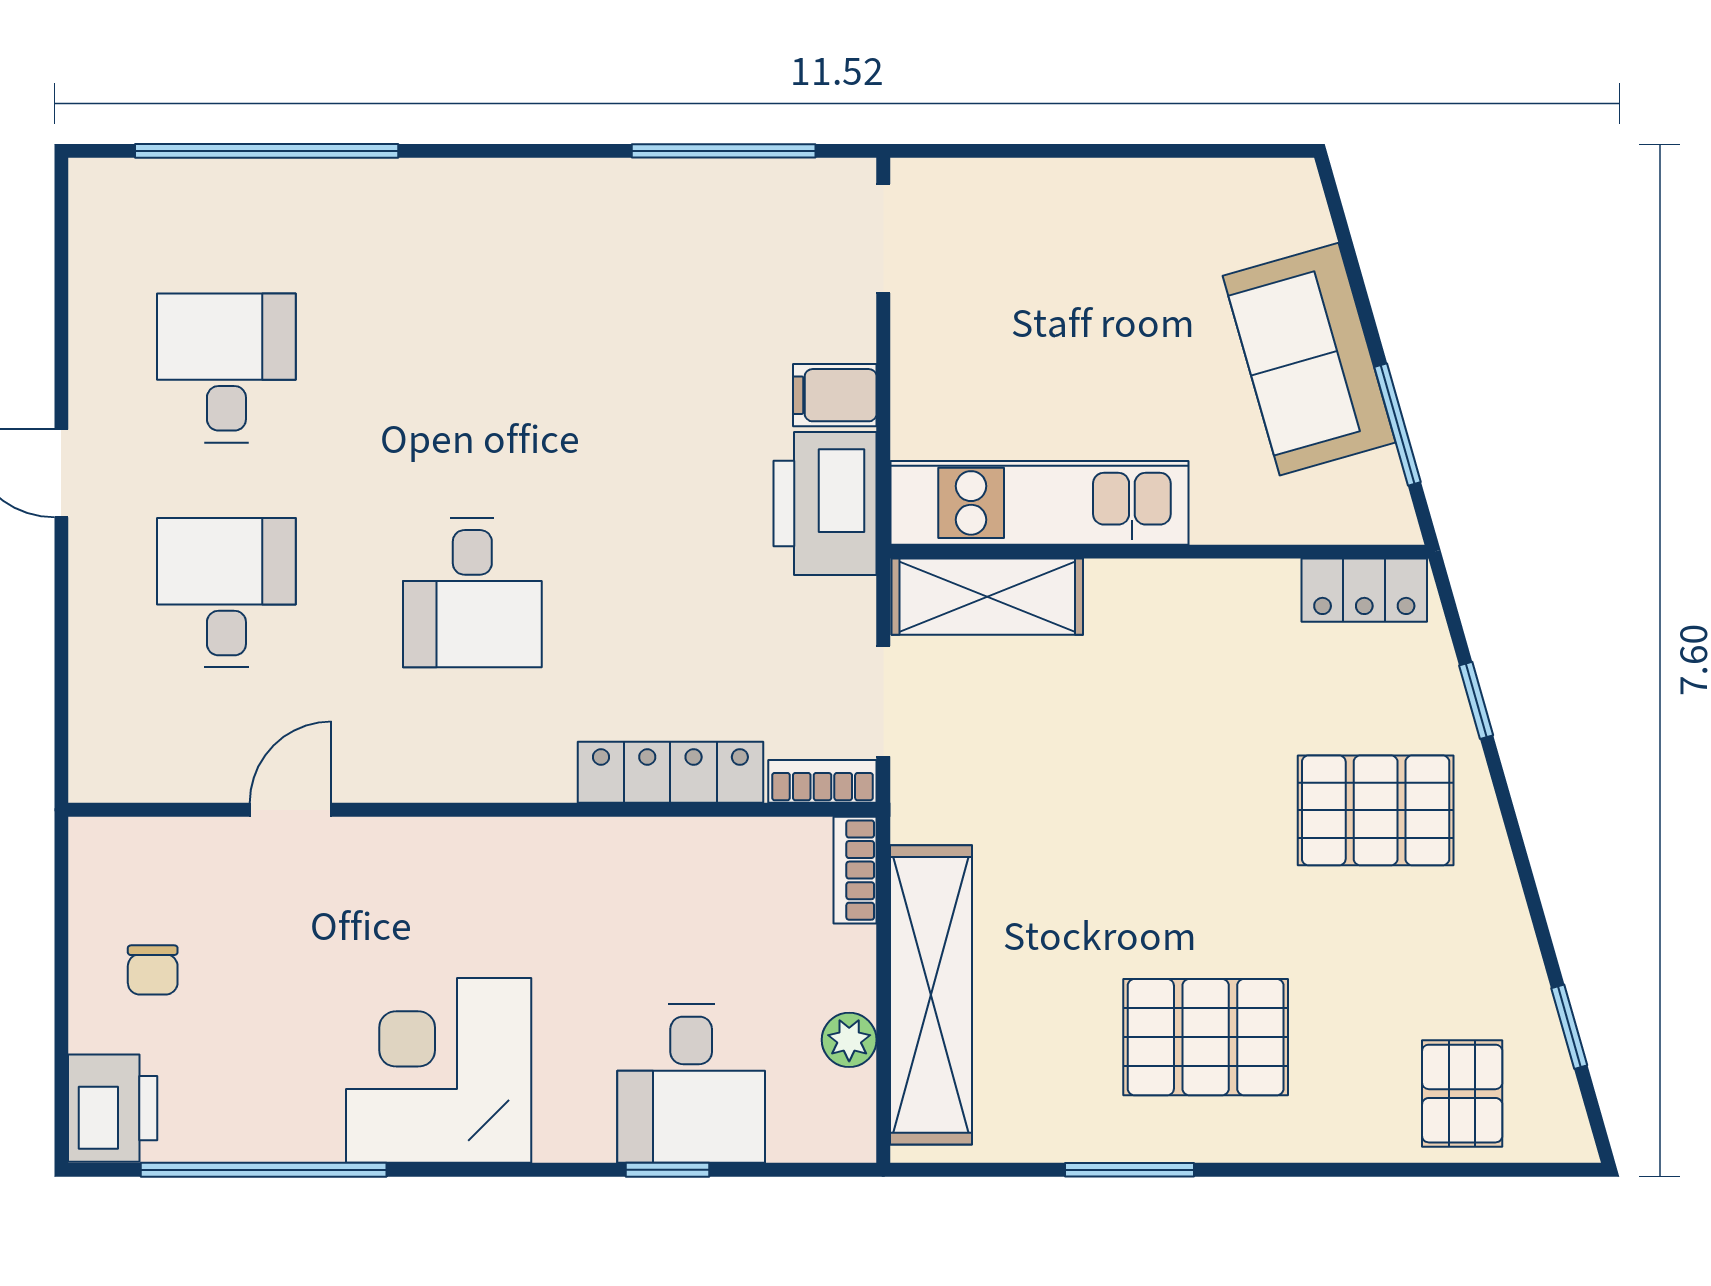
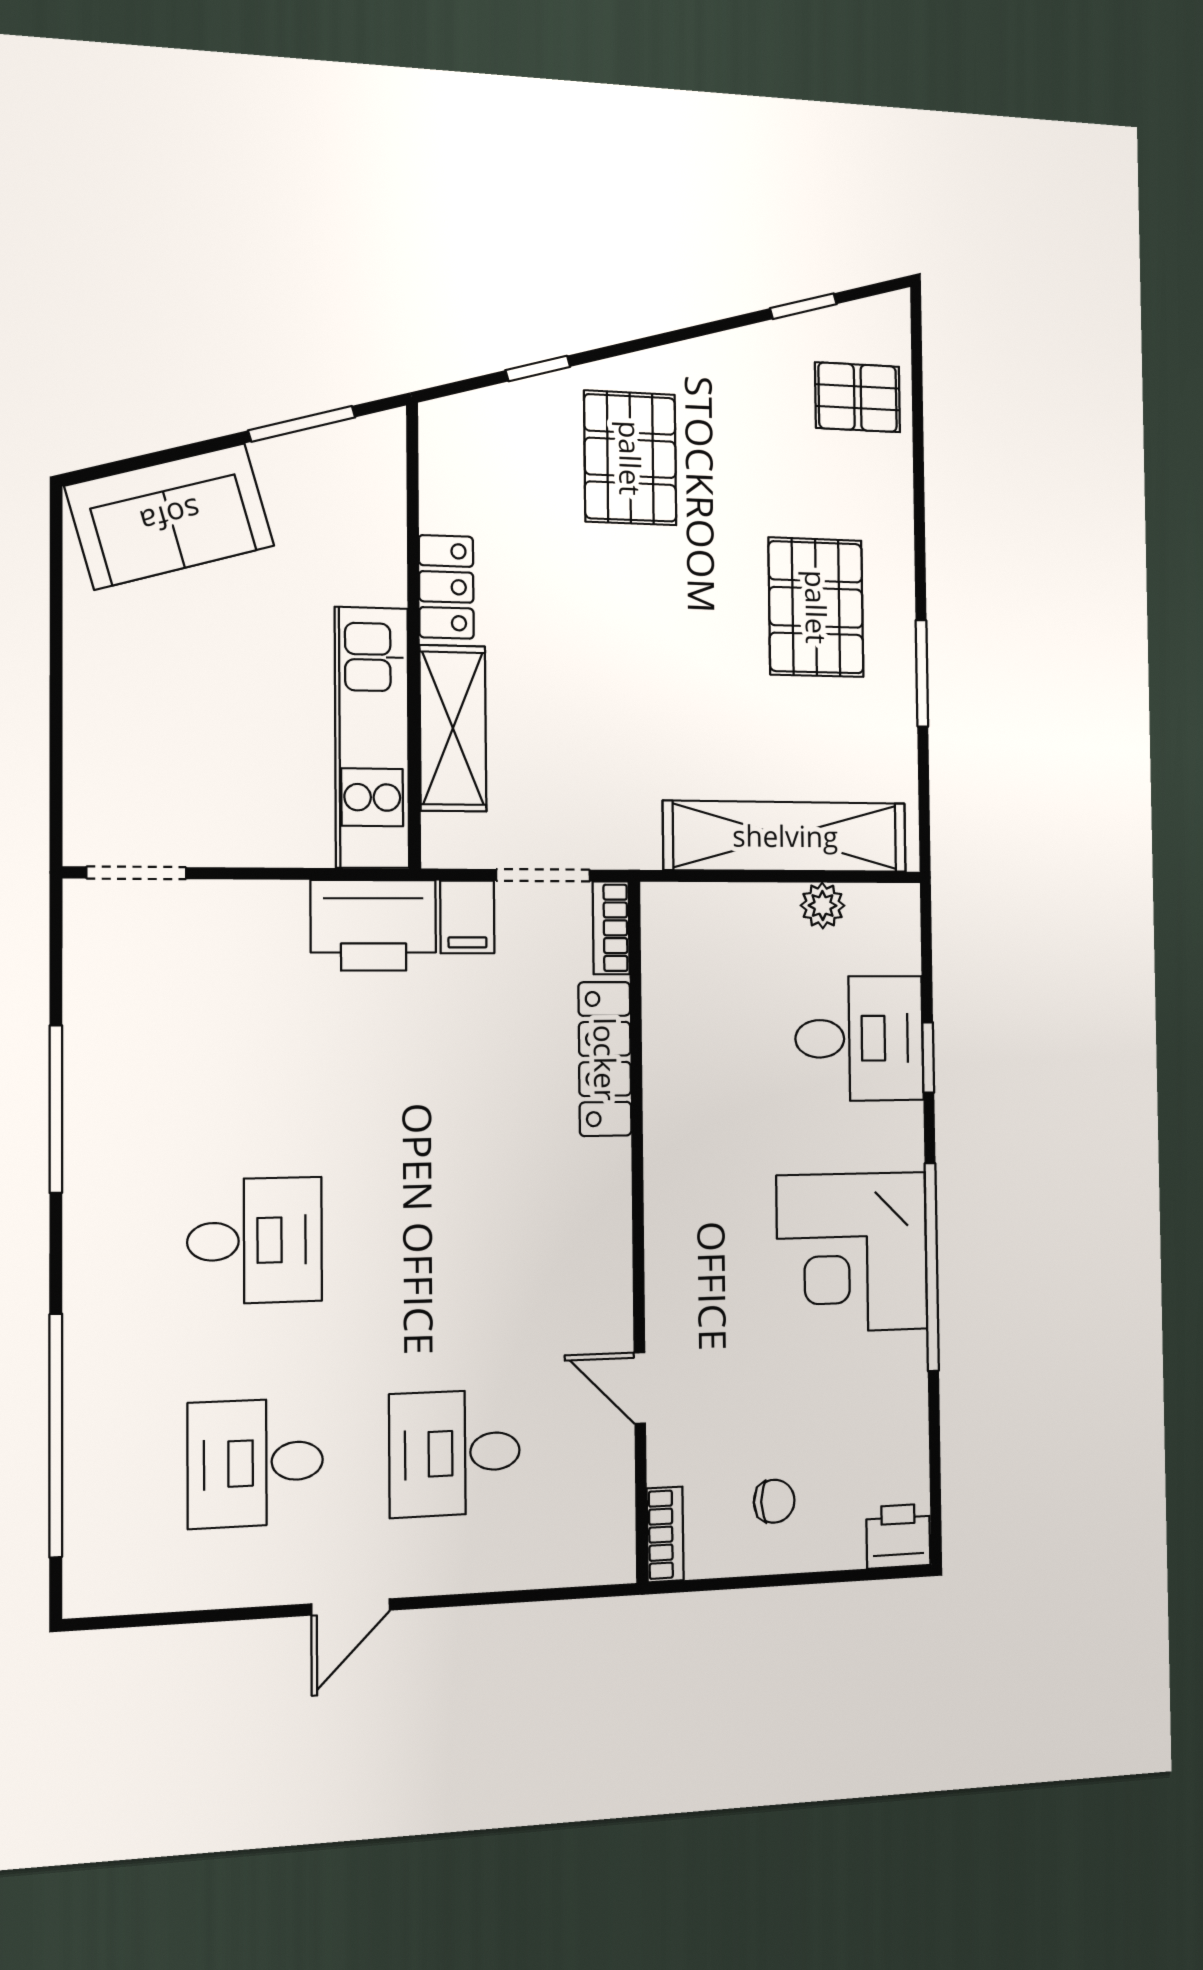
window: (724, 151) -> (56, 1109), moved
sofa: (1309, 359) -> (170, 516), moved
filing cabinet: (835, 395) -> (467, 917), moved
locker: (1364, 590) -> (446, 587), moved
desk: (472, 593) -> (255, 1241), moved
shelving: (987, 597) -> (453, 728), moved
bookcase: (855, 870) -> (665, 1534), moved, turned -90
printer: (113, 1108) -> (898, 1536), width x0.73, depth x0.81
window: (264, 1170) -> (932, 1267), moved

